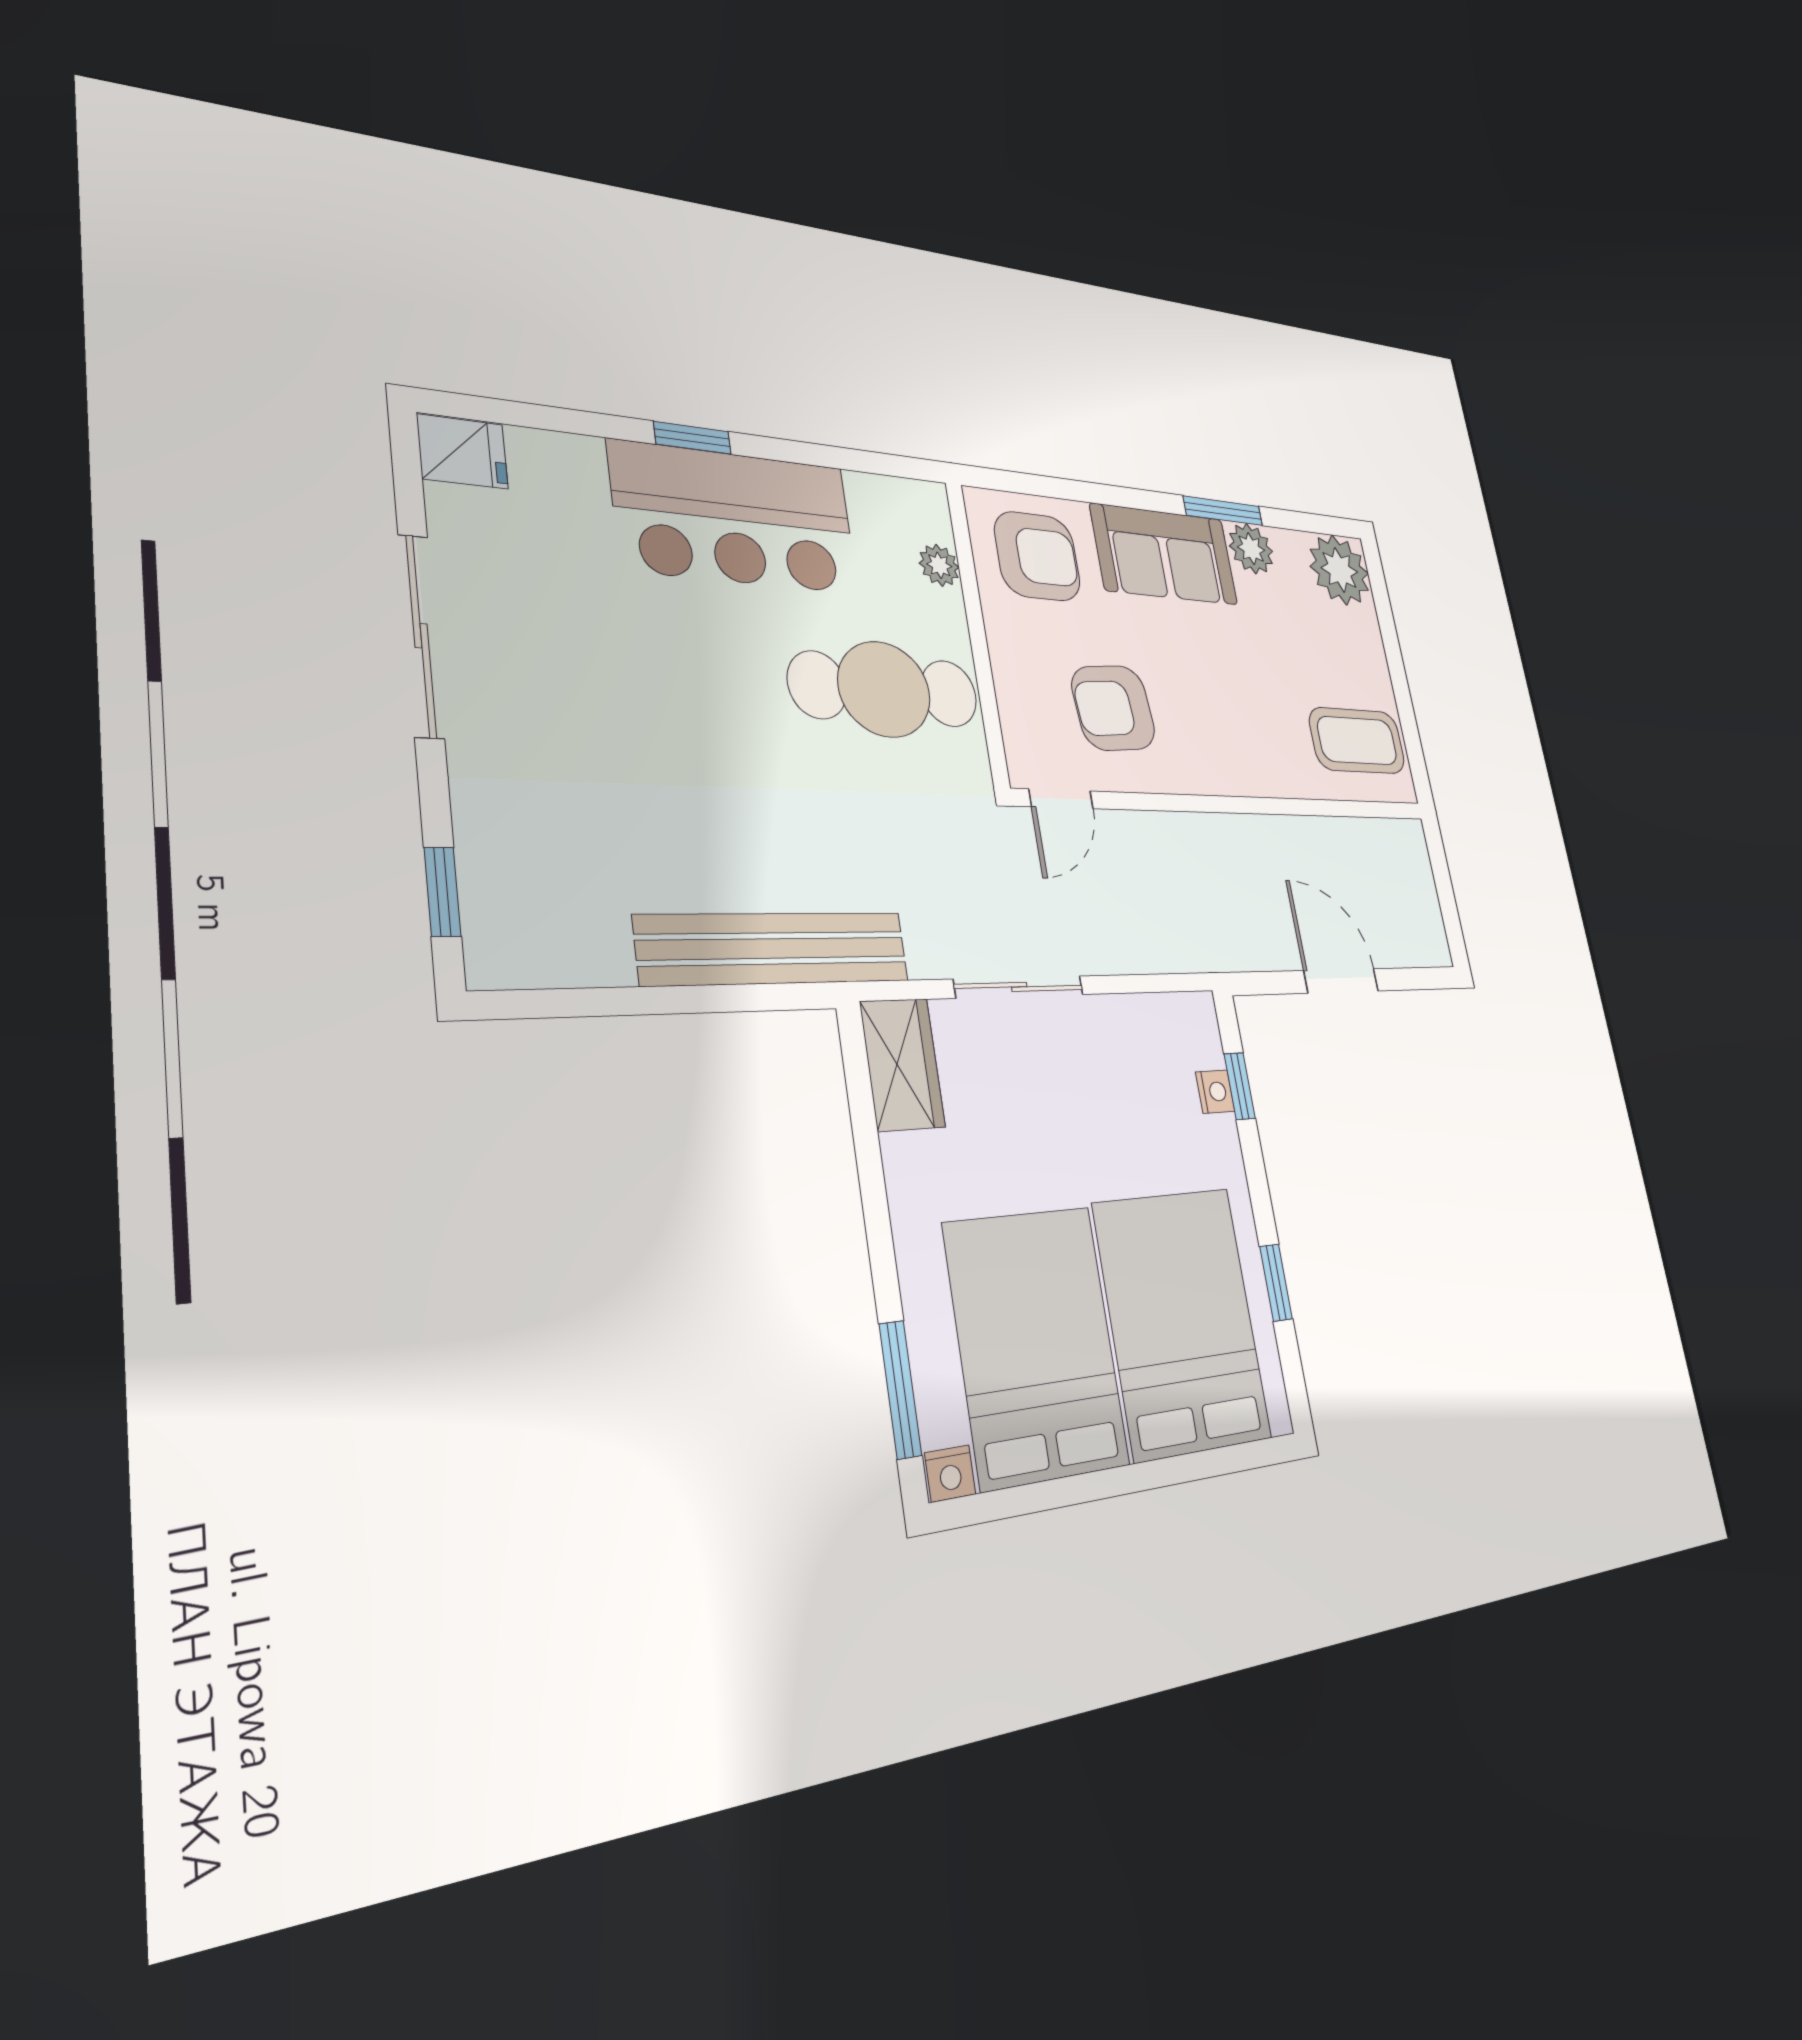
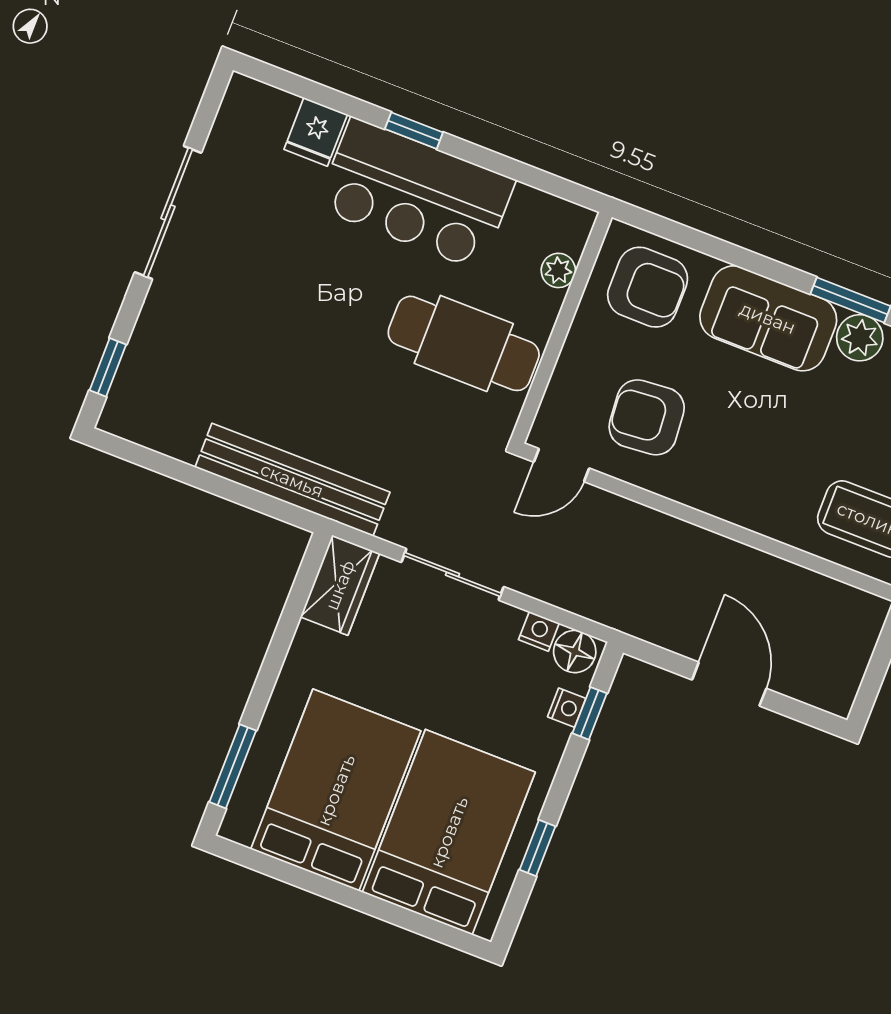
fridge: (463, 452) -> (316, 132), moved, turned 90
floor lamp: (1188, 1019) -> (575, 652), added
nightstand: (950, 1473) -> (539, 631), moved, turned 180

